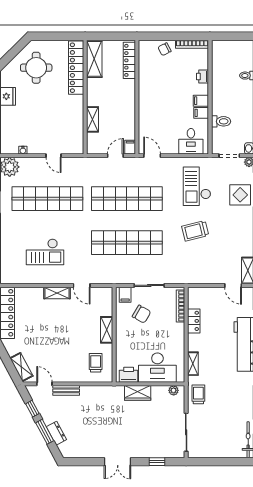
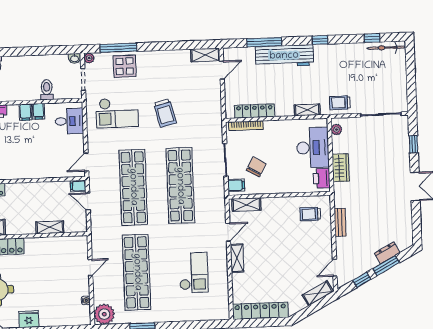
locker: (194, 321) -> (255, 111), width x1.53
shelving: (107, 330) -> (246, 205), moved
bench: (66, 390) -> (340, 222), moved

